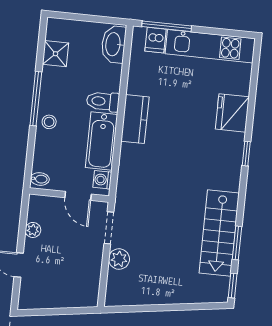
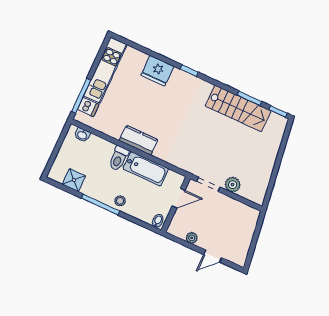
washbasin: (114, 44) -> (82, 135), width x0.52, depth x0.69
washing machine: (102, 180) -> (173, 177), removed

